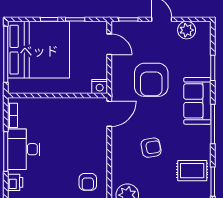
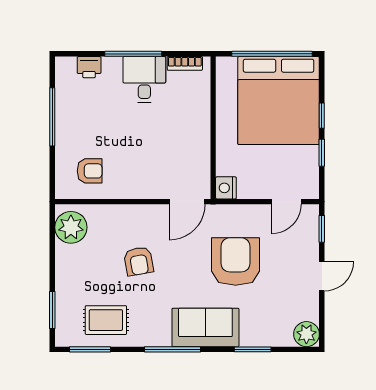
plant: (187, 30) -> (306, 334), moved
armchair: (151, 80) -> (236, 262), turned 90
door: (109, 114) -> (187, 202), hinge flipped
desk: (24, 149) -> (144, 79), width x0.73
rug: (192, 171) -> (106, 320), turned 90
armchair: (88, 182) -> (90, 171), turned 180

